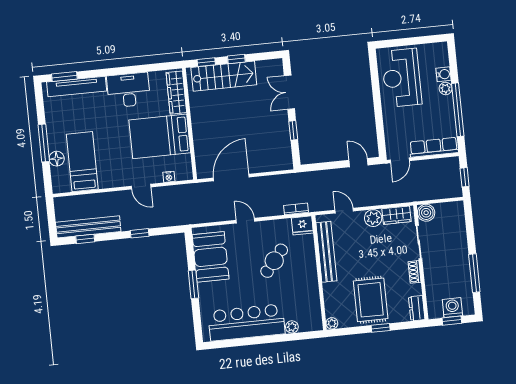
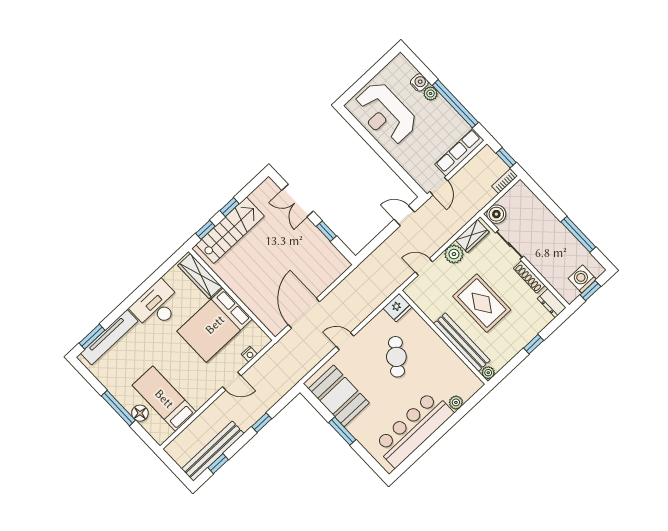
bookcase: (296, 209) -> (505, 181), moved
bench: (326, 252) -> (462, 342), moved
shoe rack: (415, 272) -> (529, 277), width x1.43
rug: (371, 300) -> (482, 303), moved

